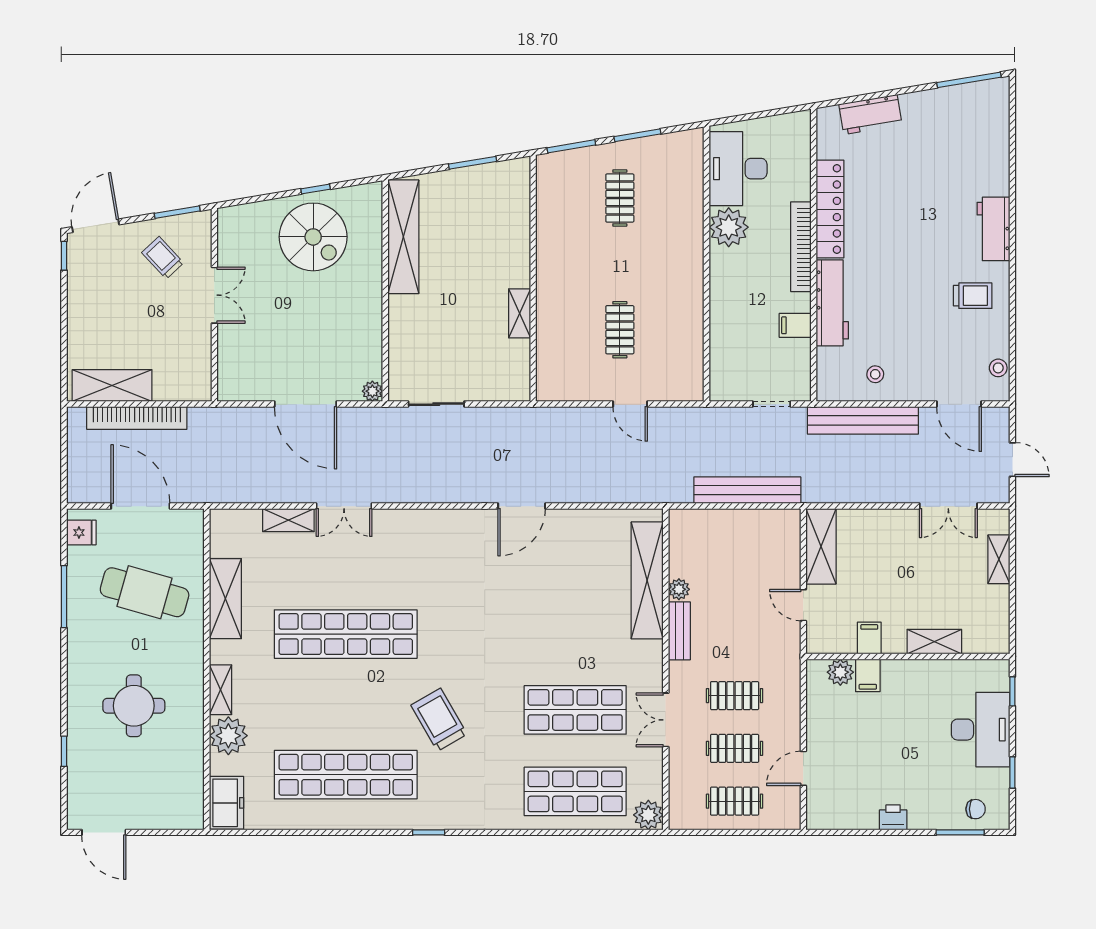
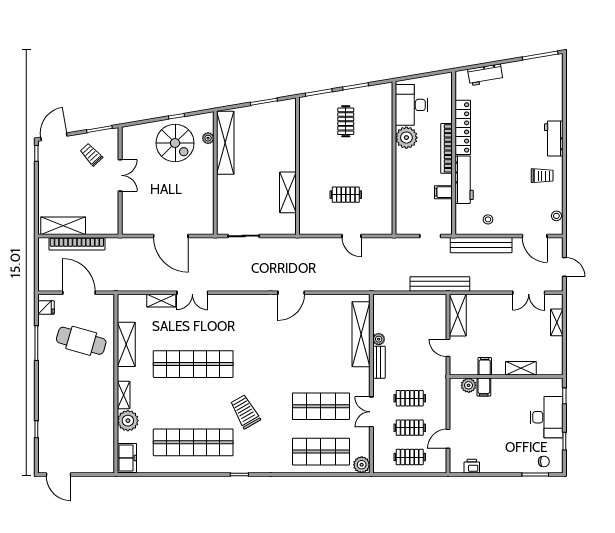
shelving: (520, 313) -> (288, 192), width x1.50, depth x1.33
clothes rail: (620, 330) -> (346, 195), turned 90
plant: (372, 391) -> (208, 138), moved
bench: (747, 490) -> (440, 284), moved
round table: (134, 706) -> (75, 404), removed
printer: (893, 817) -> (472, 466), moved

